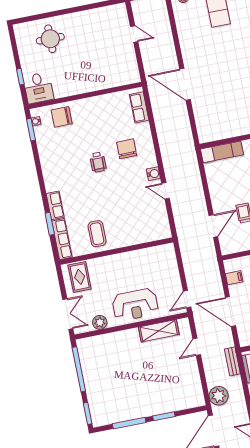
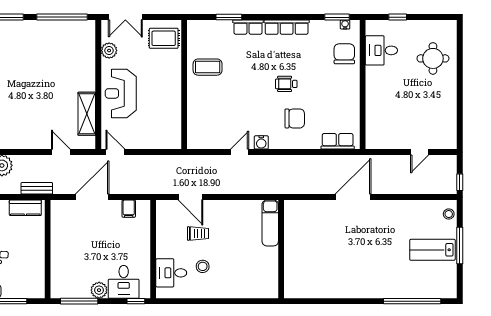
desk: (38, 88) -> (381, 50), moved
row of seats: (62, 239) -> (287, 27), moved

